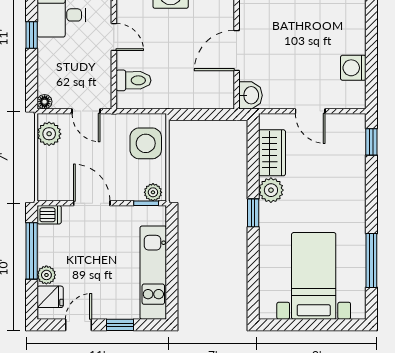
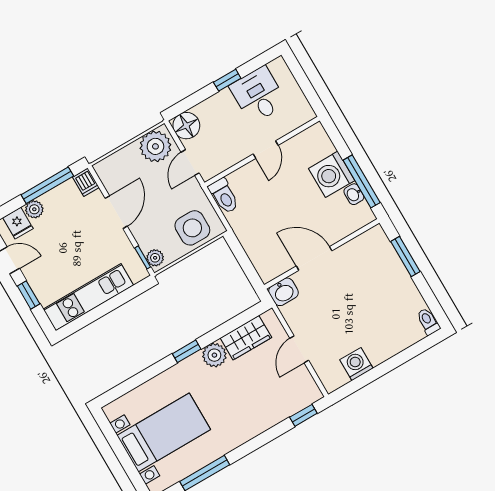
toilet: (133, 80) -> (224, 196), moved
floor lamp: (45, 102) -> (186, 126), width x1.89, depth x1.89
plant: (49, 134) -> (155, 146), width x1.36, depth x1.36

